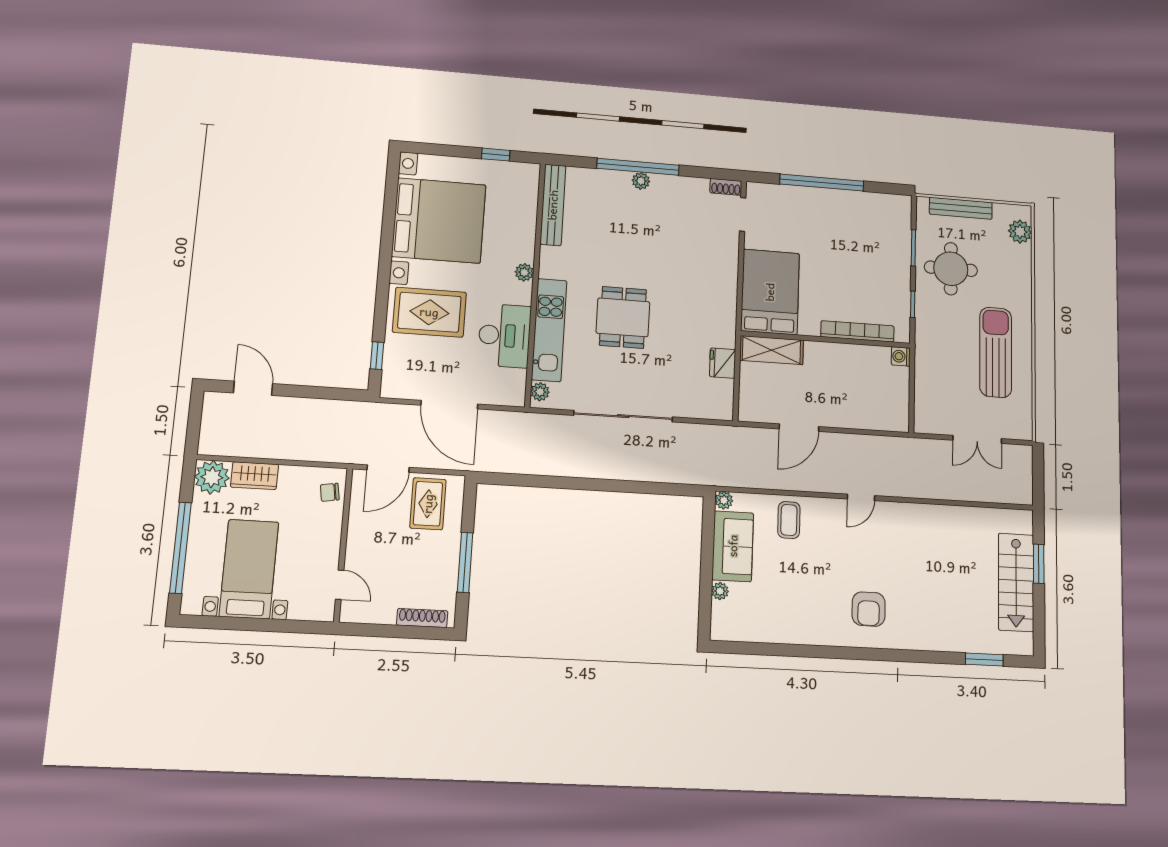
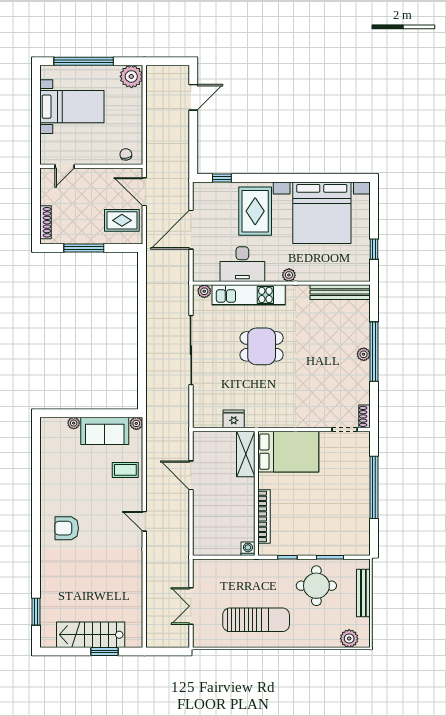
wardrobe: (254, 476) -> (134, 104), removed

